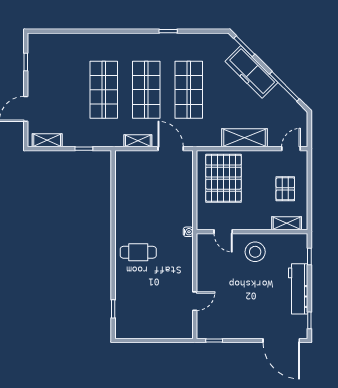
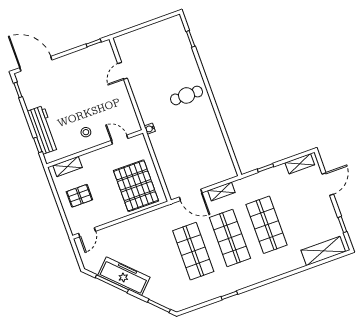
freezer: (251, 72) -> (124, 276), moved
shelving: (244, 138) -> (323, 251), moved
pallet: (285, 189) -> (79, 196), turned 90
stool: (255, 252) -> (86, 132), width x0.53, depth x0.53
workbench: (298, 289) -> (43, 130), moved

